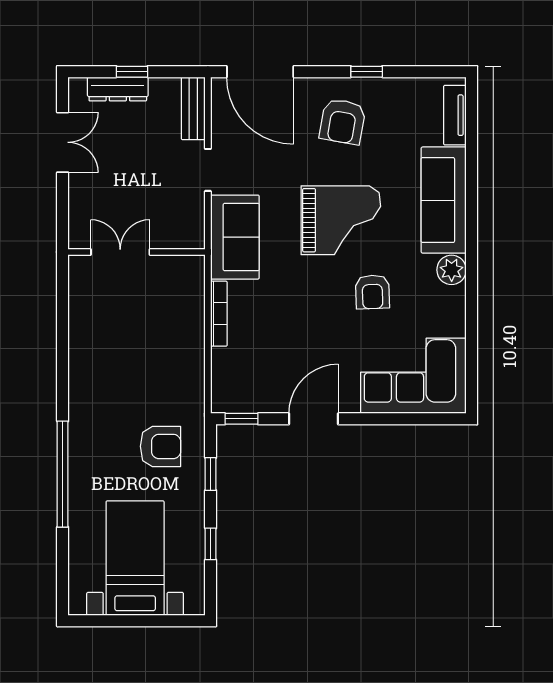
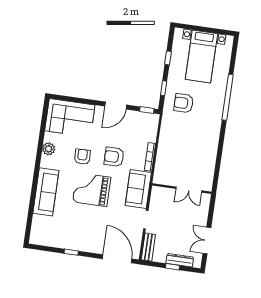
tv unit: (455, 115) -> (36, 228), removed
armchair: (343, 121) -> (114, 157), moved, turned -100
plant: (452, 270) -> (49, 149), moved

